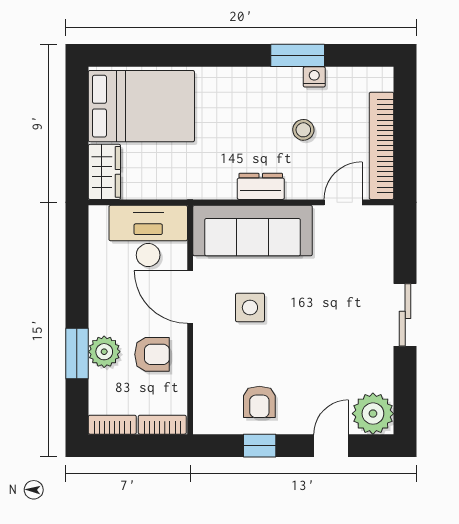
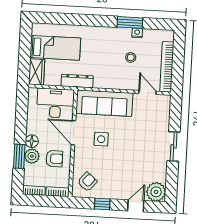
bed: (141, 106) -> (55, 48), width x0.67
dresser: (261, 186) -> (77, 81), moved, width x1.44
door: (343, 202) -> (147, 92), hinge flipped
floor lamp: (102, 320) -> (32, 141), added
armchair: (259, 402) -> (87, 182), moved, turned -140

